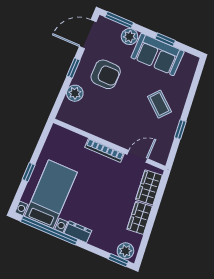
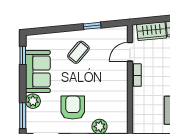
window: (165, 40) -> (23, 55), moved
bookcase: (104, 150) -> (137, 75), width x0.64
door: (137, 156) -> (130, 52), hinge flipped

